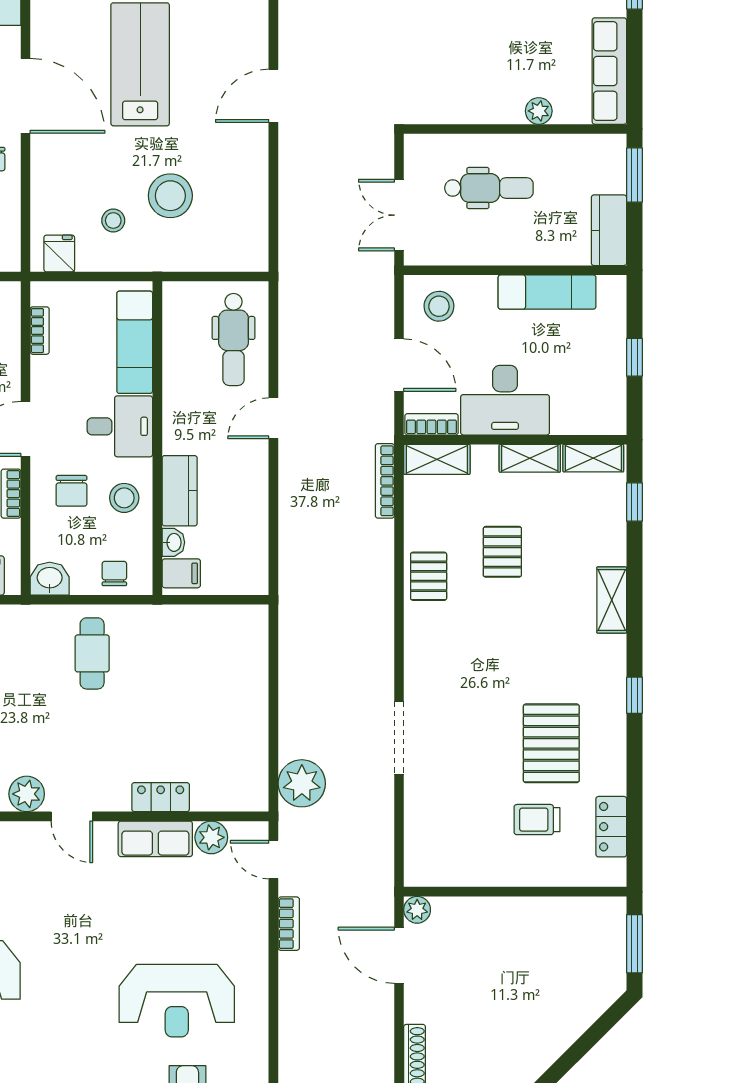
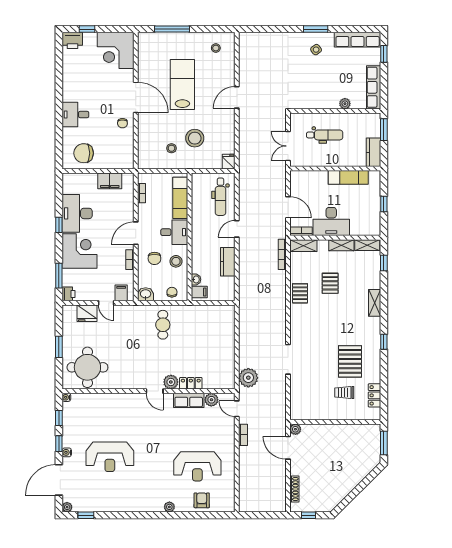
fridge: (59, 253) -> (229, 162), moved
stool: (439, 306) -> (304, 183), removed
kitchen counter: (180, 491) -> (228, 262), moved, turned 180
plant: (27, 794) -> (171, 382), moved

